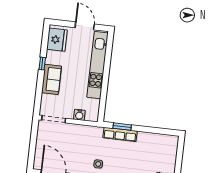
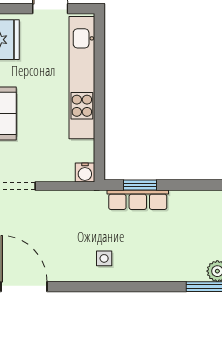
water cooler: (79, 115) -> (85, 172), moved

